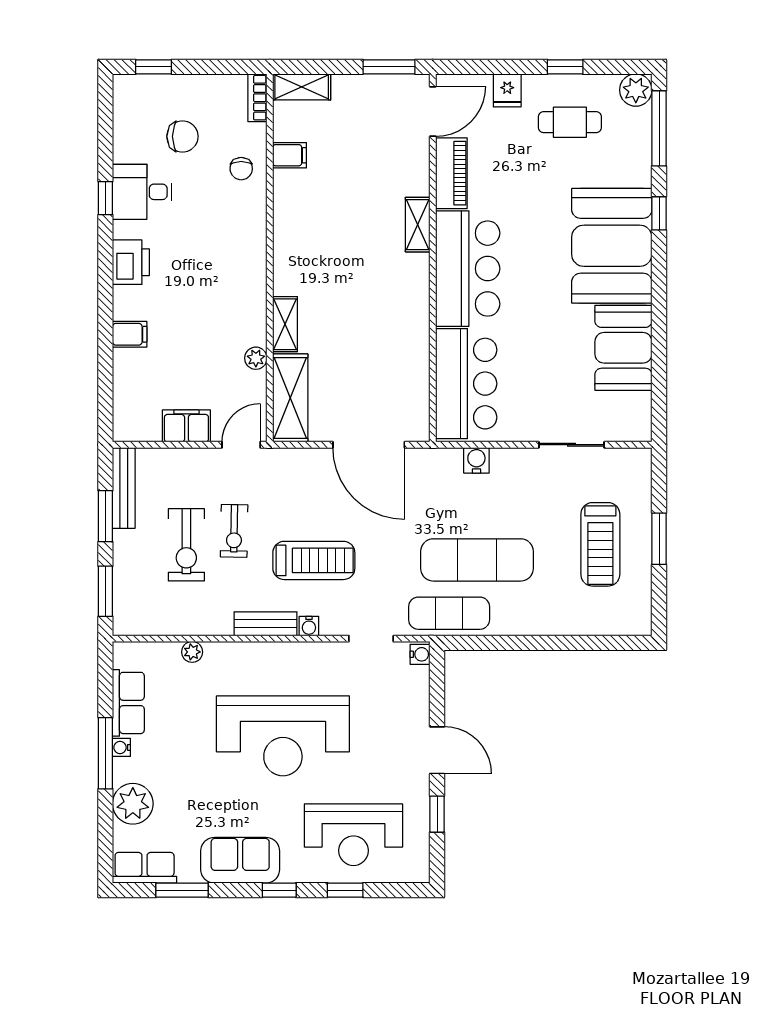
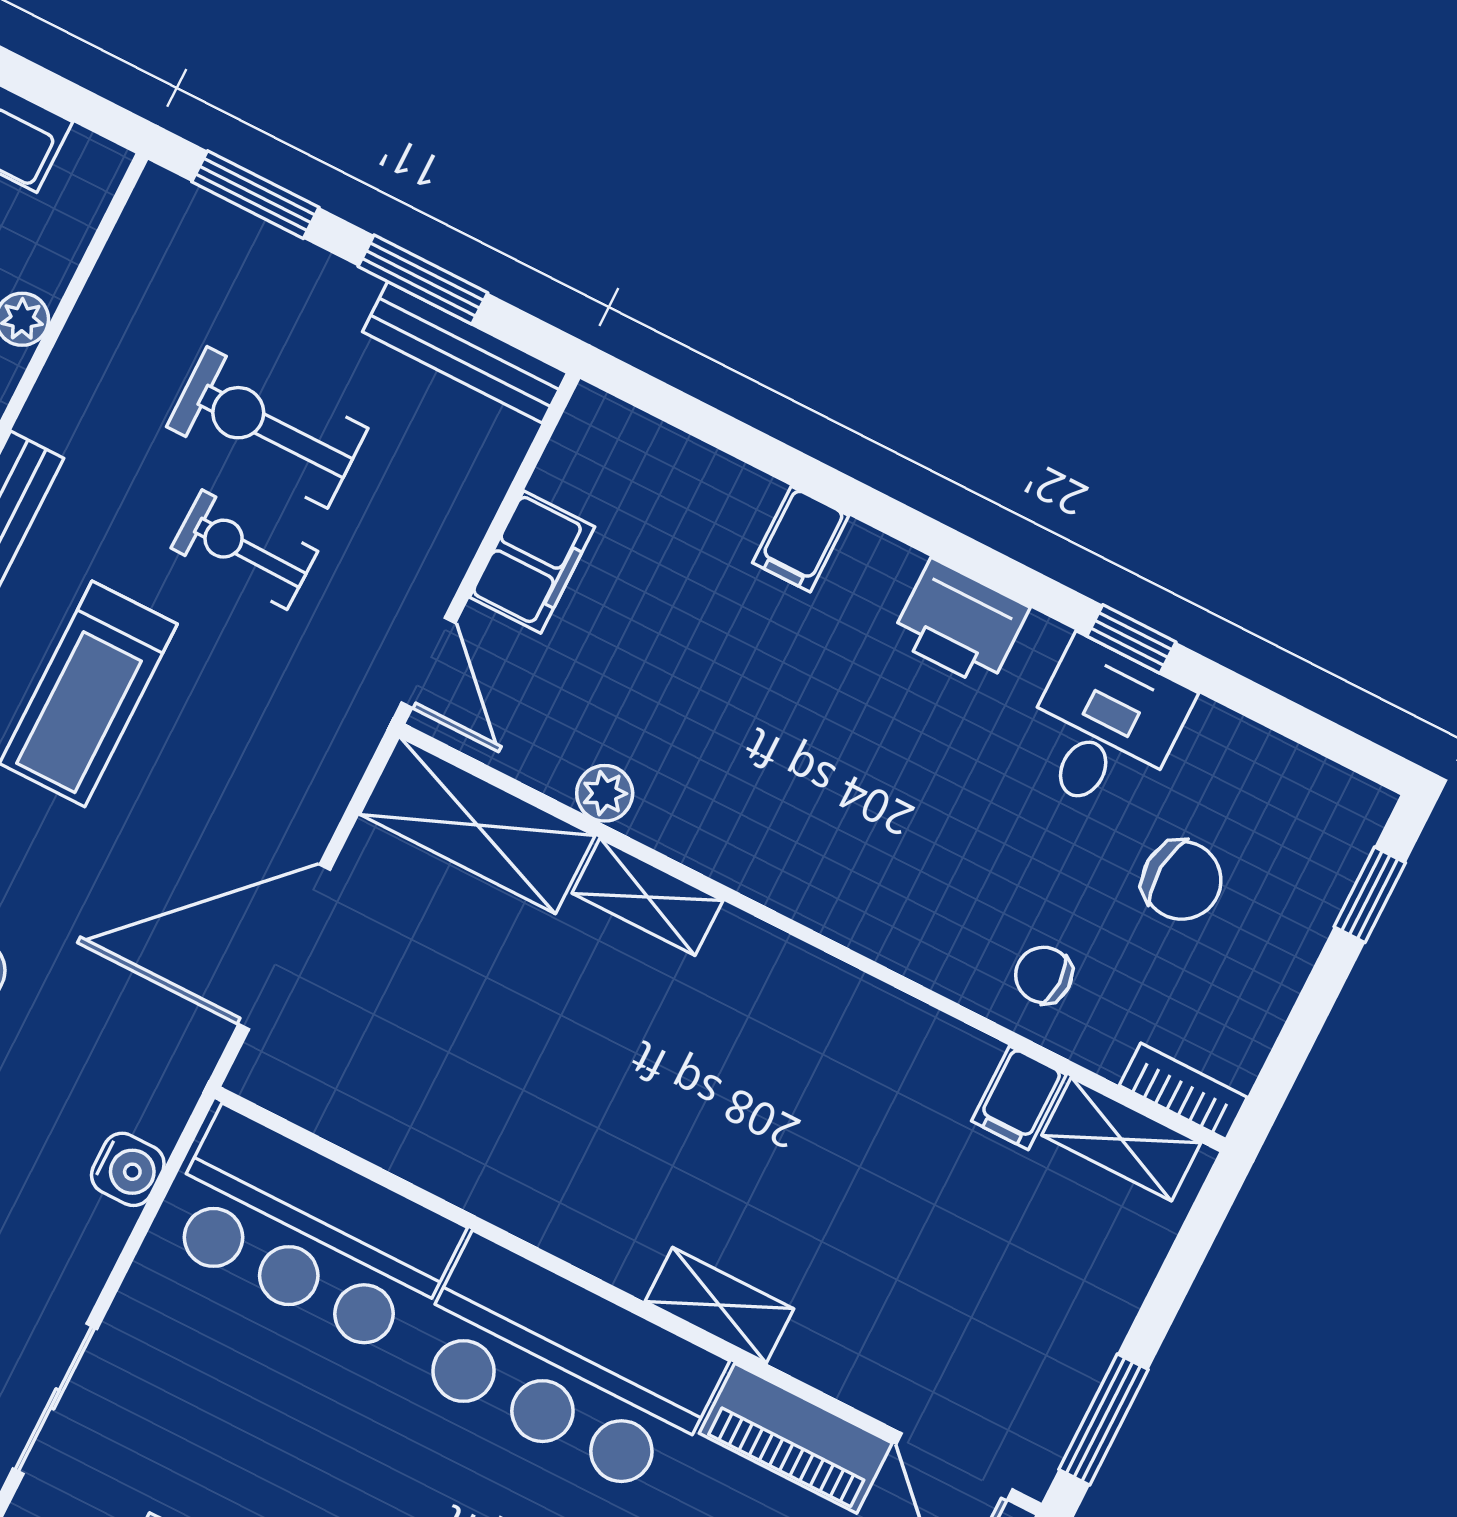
shelving: (302, 87) -> (1121, 1139), moved, turned 90
chair: (182, 136) -> (1182, 880), turned -86

